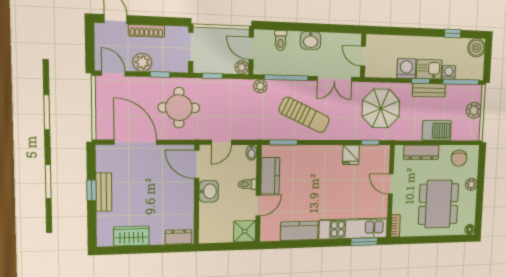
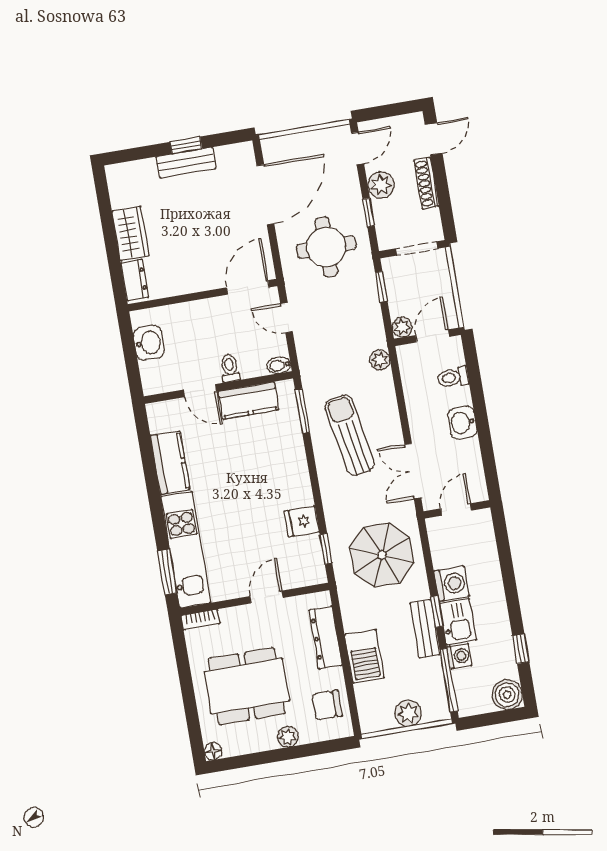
window: (286, 78) -> (400, 396), removed
sun lounger: (304, 115) -> (350, 435), turned 145
washbasin: (209, 191) -> (149, 343), moved, turned -90
shower: (245, 231) -> (157, 377), removed
wardrobe: (131, 236) -> (130, 234), moved

